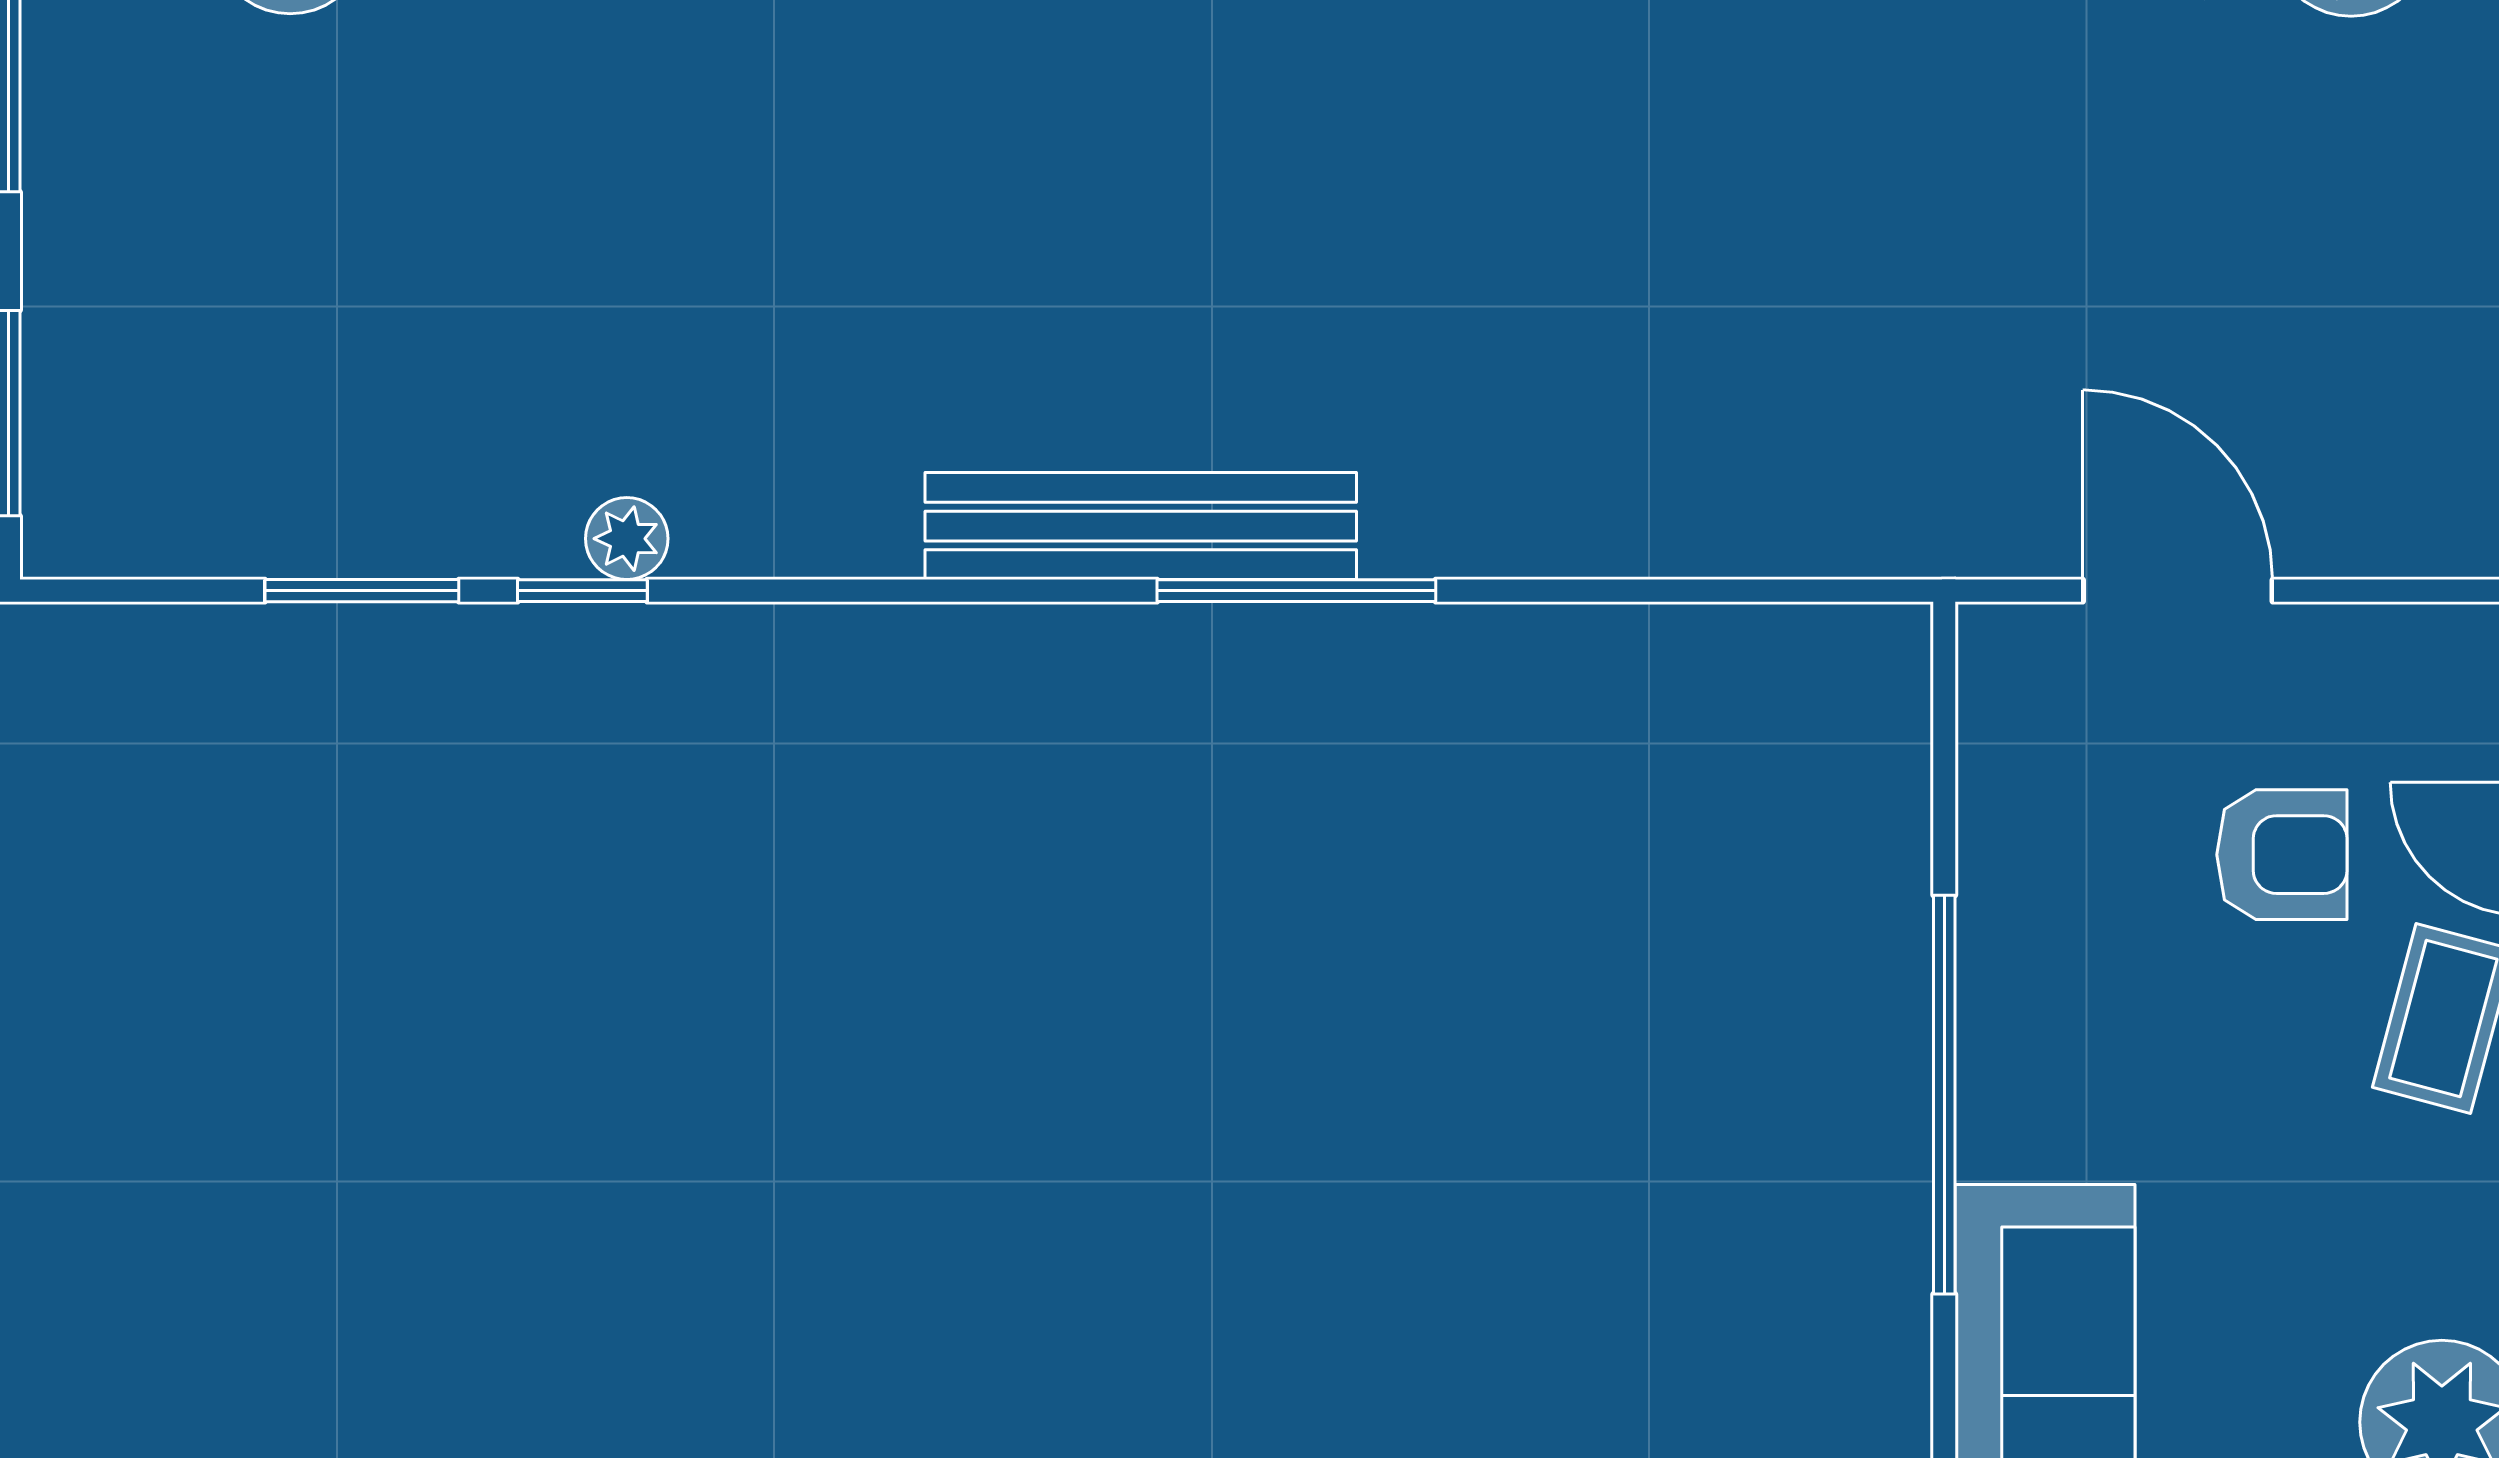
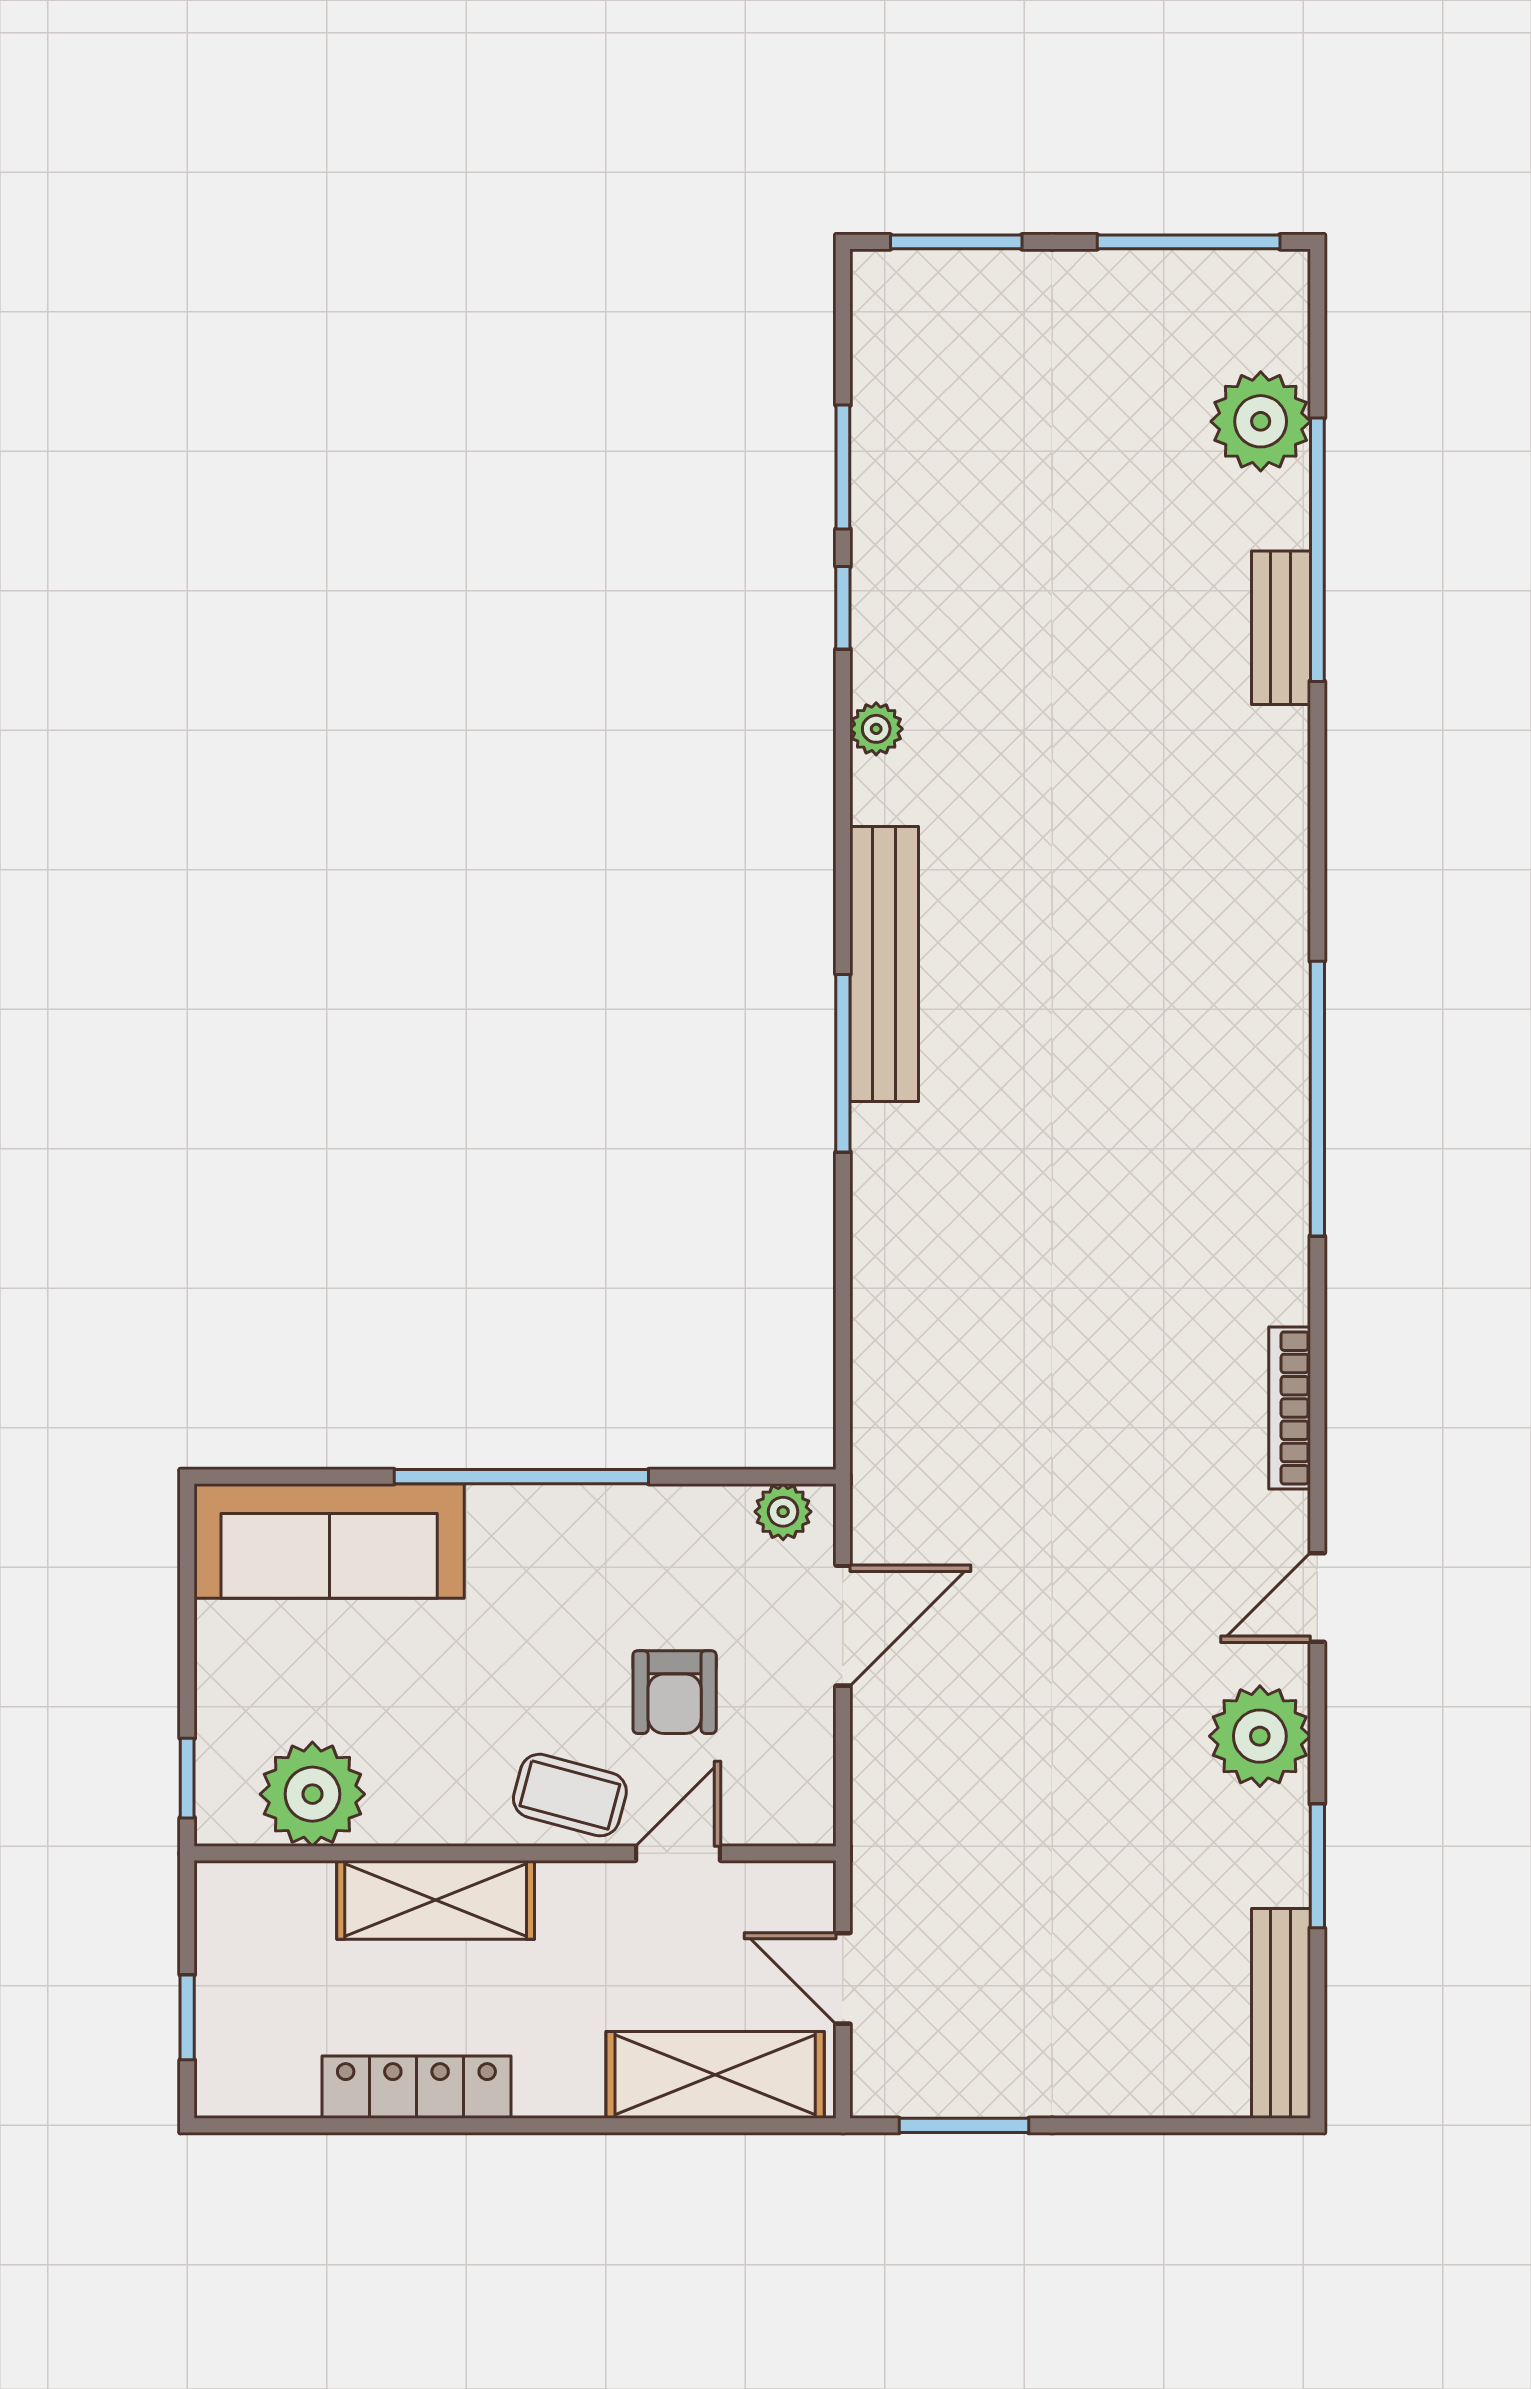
plant: (627, 539) -> (876, 729), moved
plant: (1999, 685) -> (783, 1512), added

